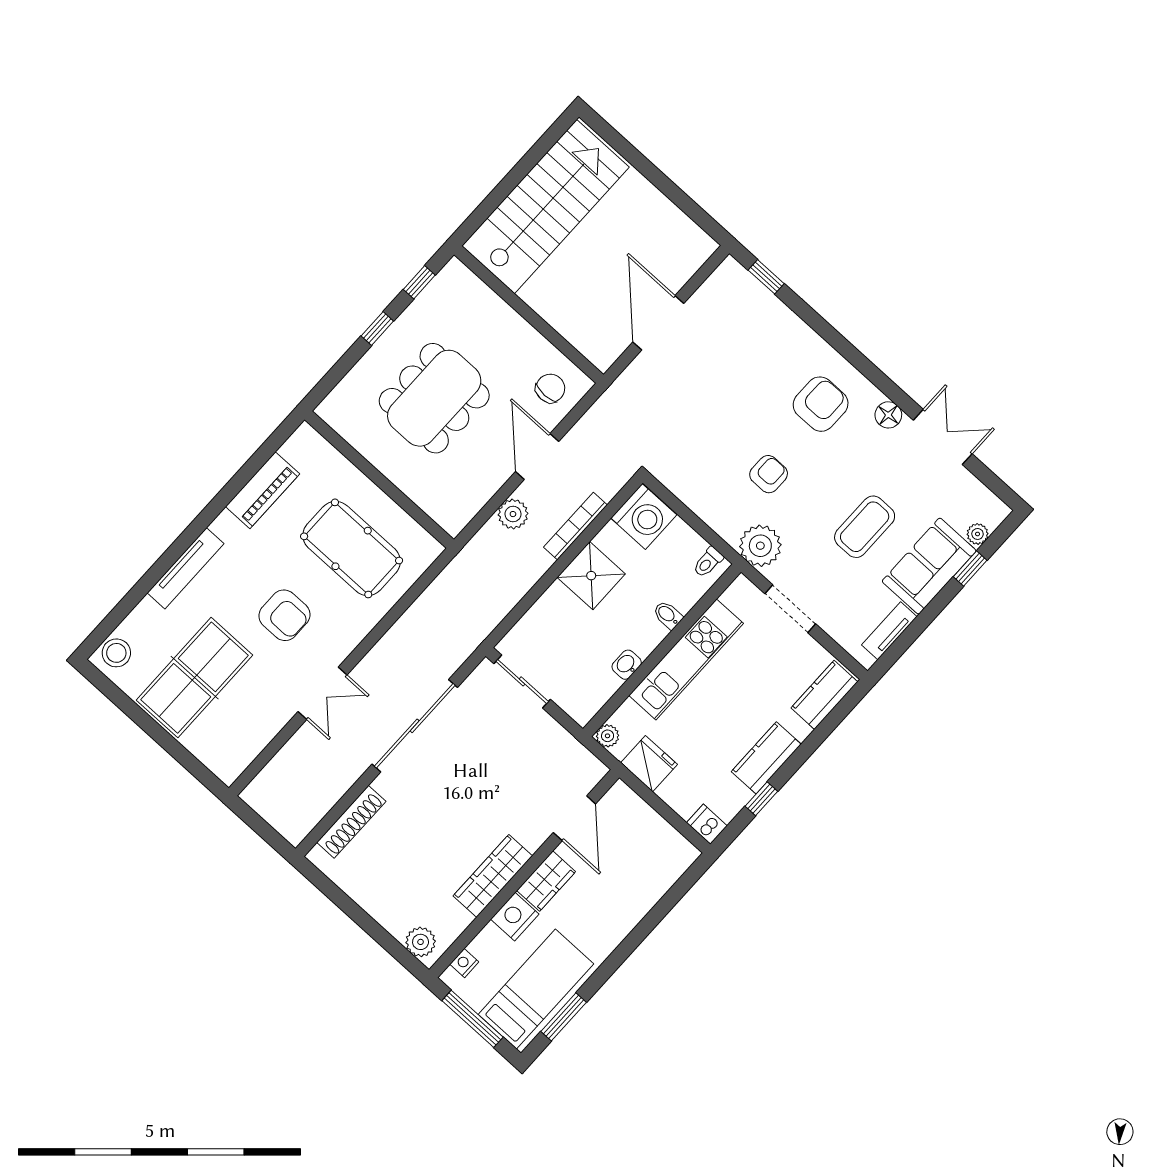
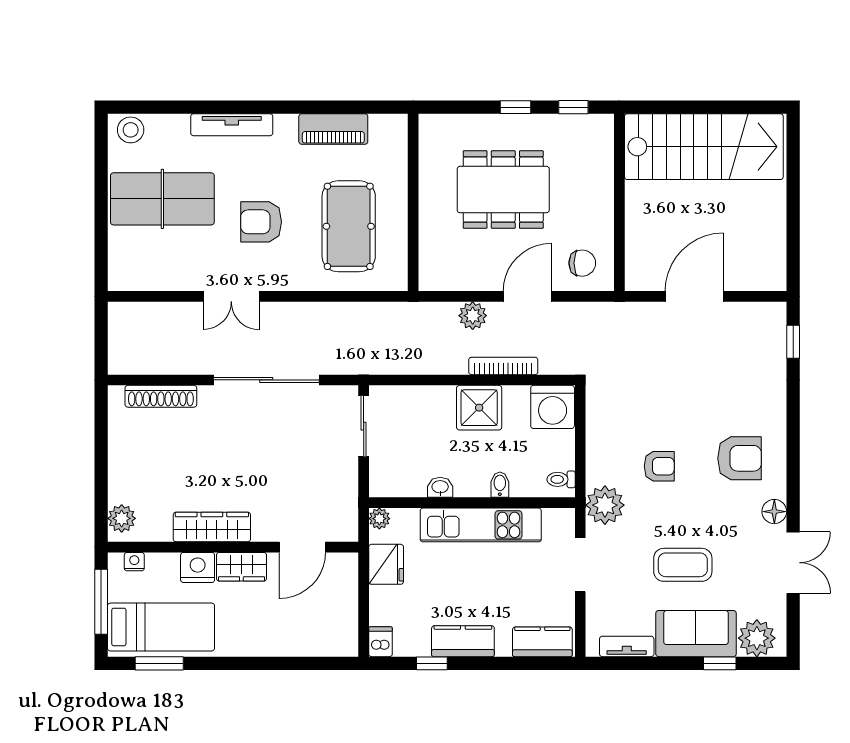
plant: (978, 534) -> (757, 638), width x1.87, depth x1.87
armchair: (284, 615) -> (261, 222), turned 90

